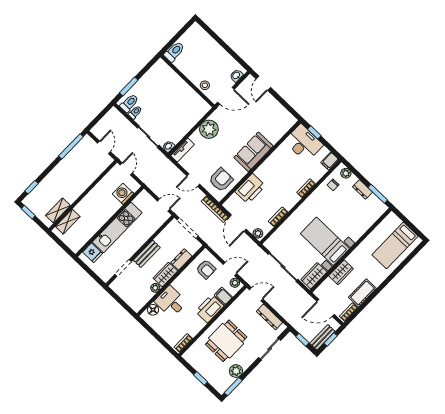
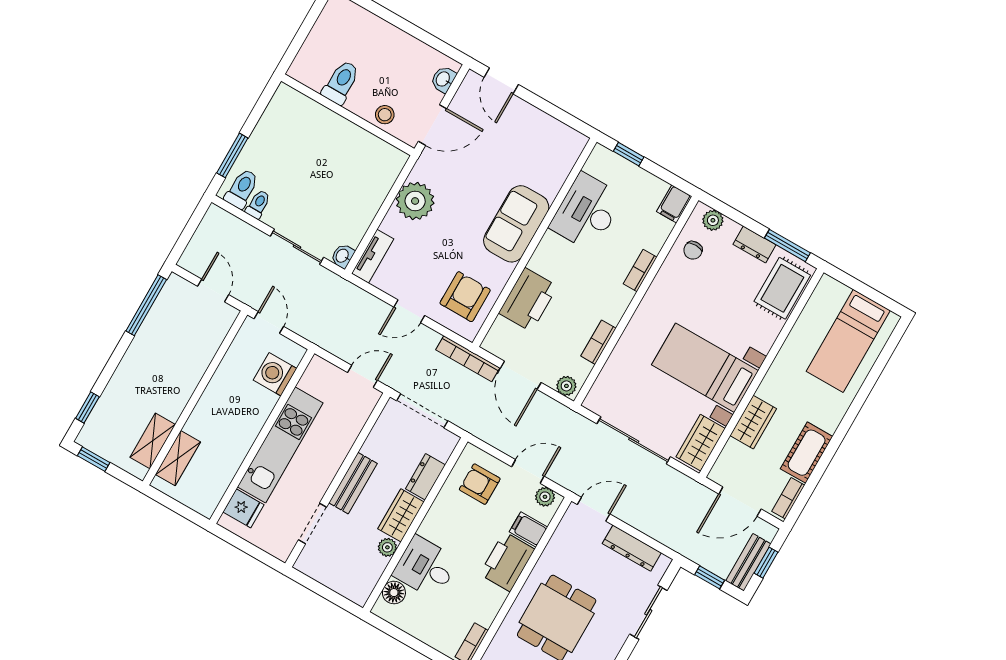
toilet: (174, 52) -> (341, 82), moved
desk: (304, 143) -> (587, 212), moved, turned -90
rug: (370, 213) -> (782, 288), added
armchair: (206, 269) -> (480, 484), turned 180

